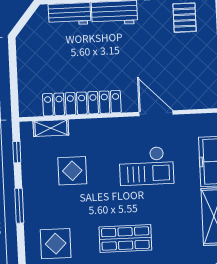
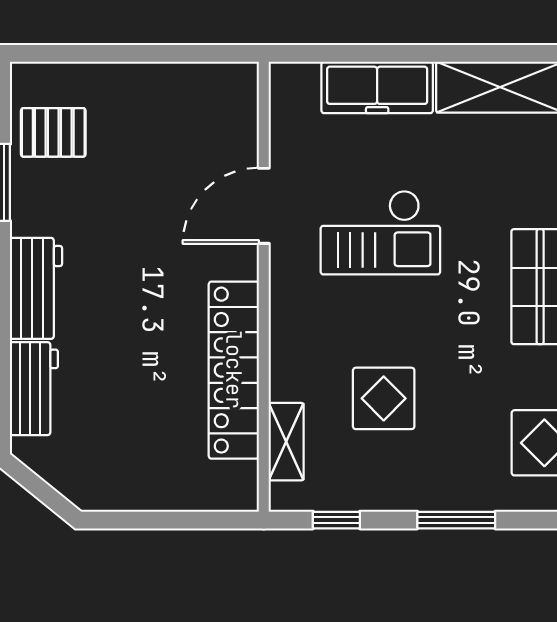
checkout: (146, 166) -> (380, 232), turned 90

